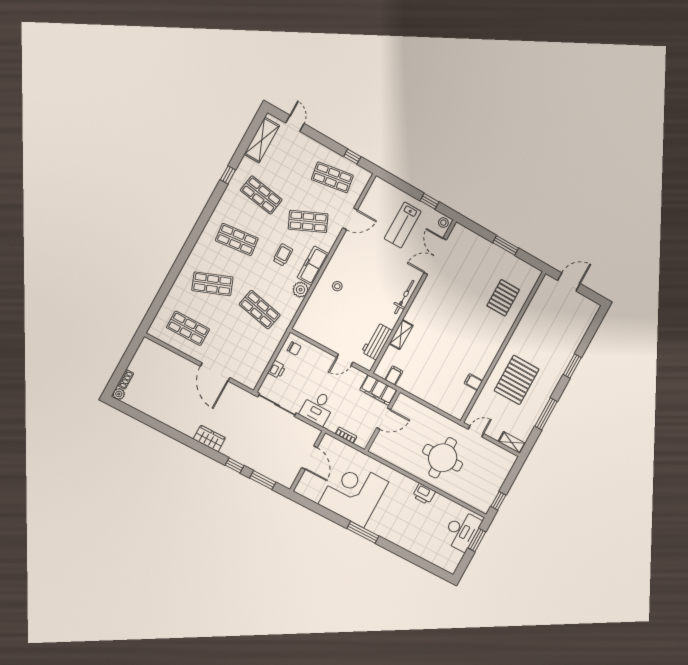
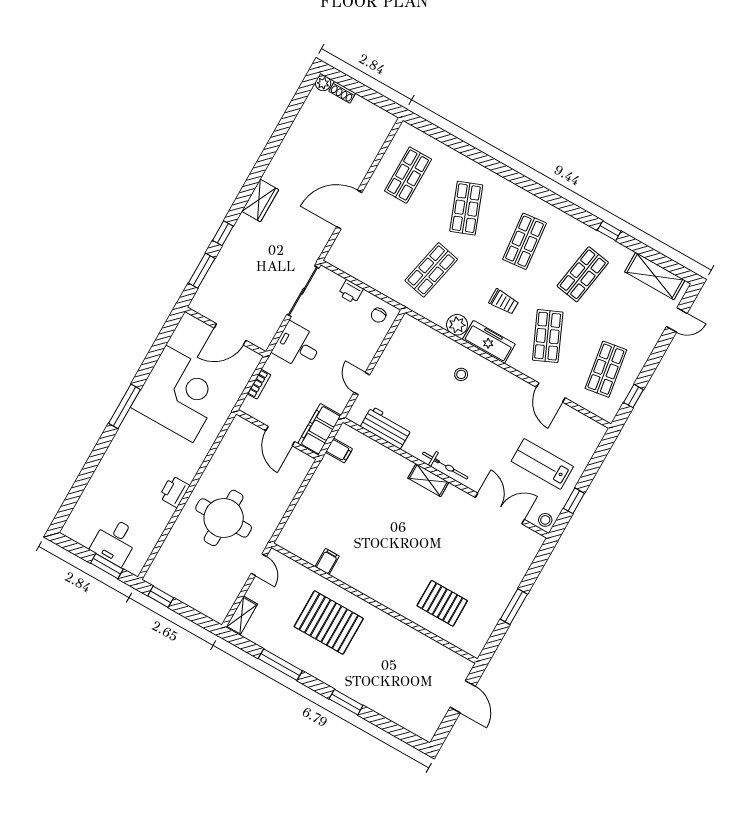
shelving: (401, 335) -> (428, 480), moved
desk: (462, 531) -> (115, 541), width x0.73

